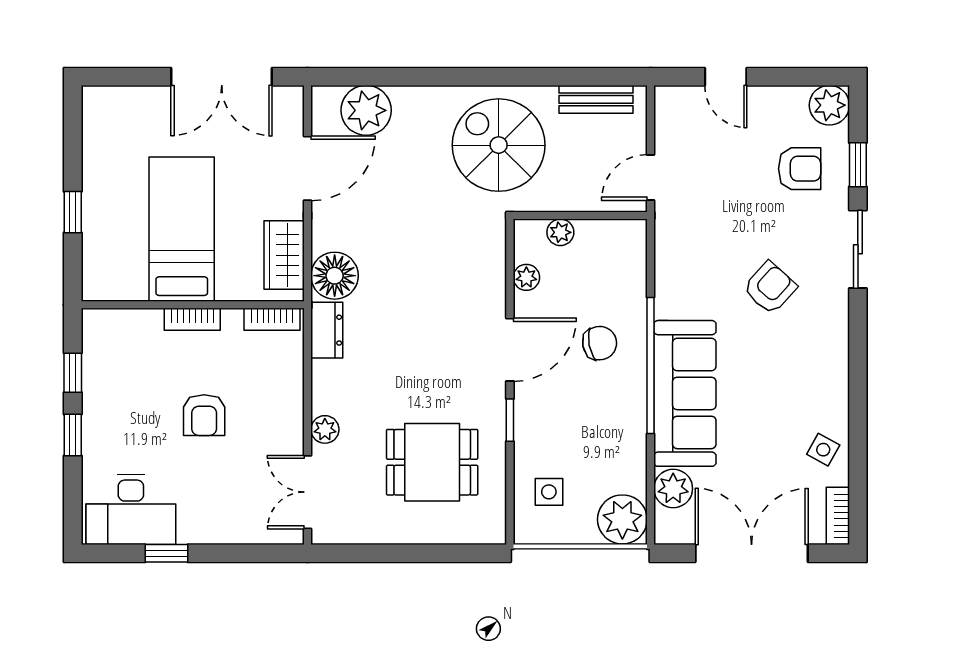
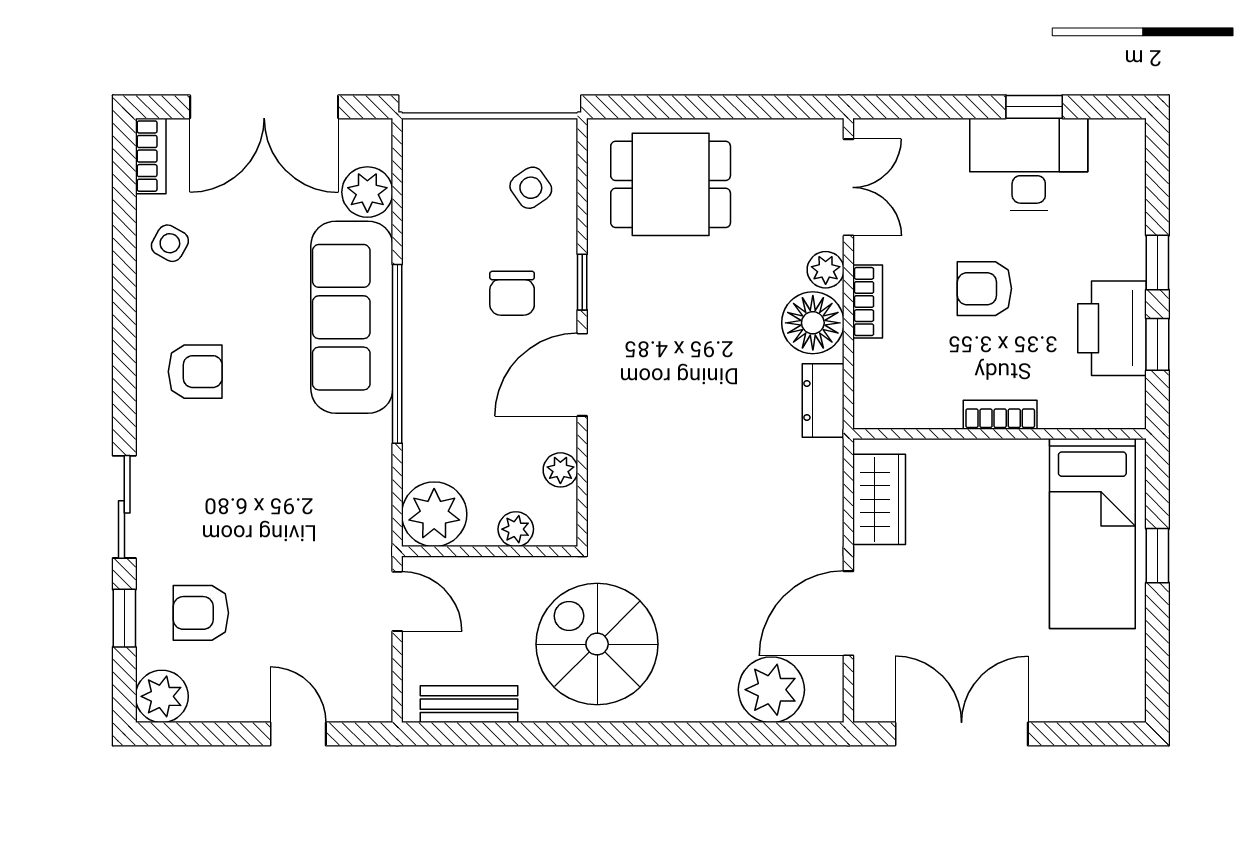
spiral stairs: (499, 145) -> (597, 644), turned 180
door: (650, 178) -> (397, 601), hinge flipped
bed: (182, 229) -> (1092, 534), moved
floor lamp: (335, 276) -> (813, 323), moved
armchair: (770, 288) -> (195, 372), moved, turned -132
bookcase: (272, 319) -> (868, 302), moved, turned 90
chair: (600, 343) -> (512, 293), moved, turned -79
printer: (107, 385) -> (1112, 328), added
armchair: (204, 415) -> (984, 289), turned -90
dining table: (432, 462) -> (671, 184), moved
side table: (549, 492) -> (531, 188), turned -35
desk: (131, 510) -> (1029, 164), moved
plant: (622, 519) -> (434, 514), moved

